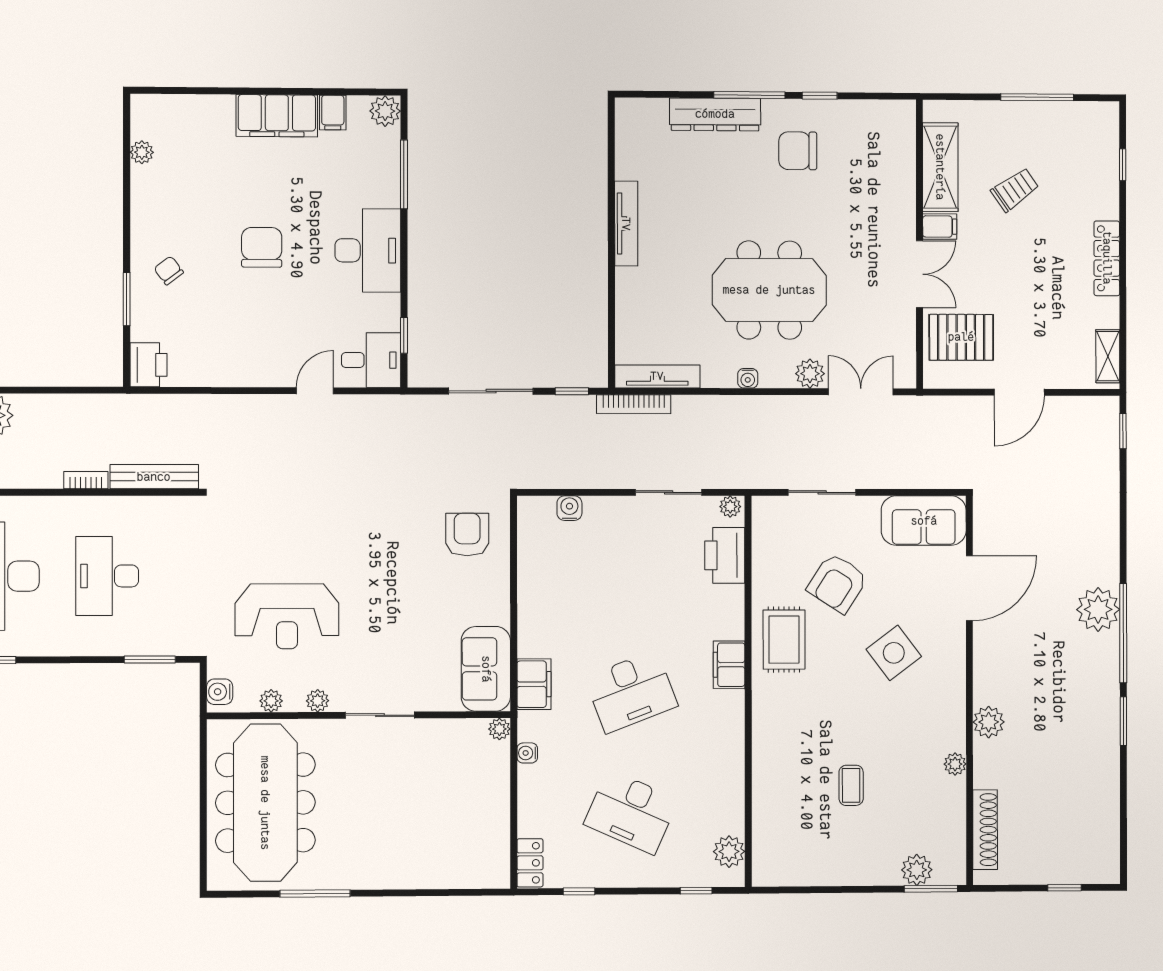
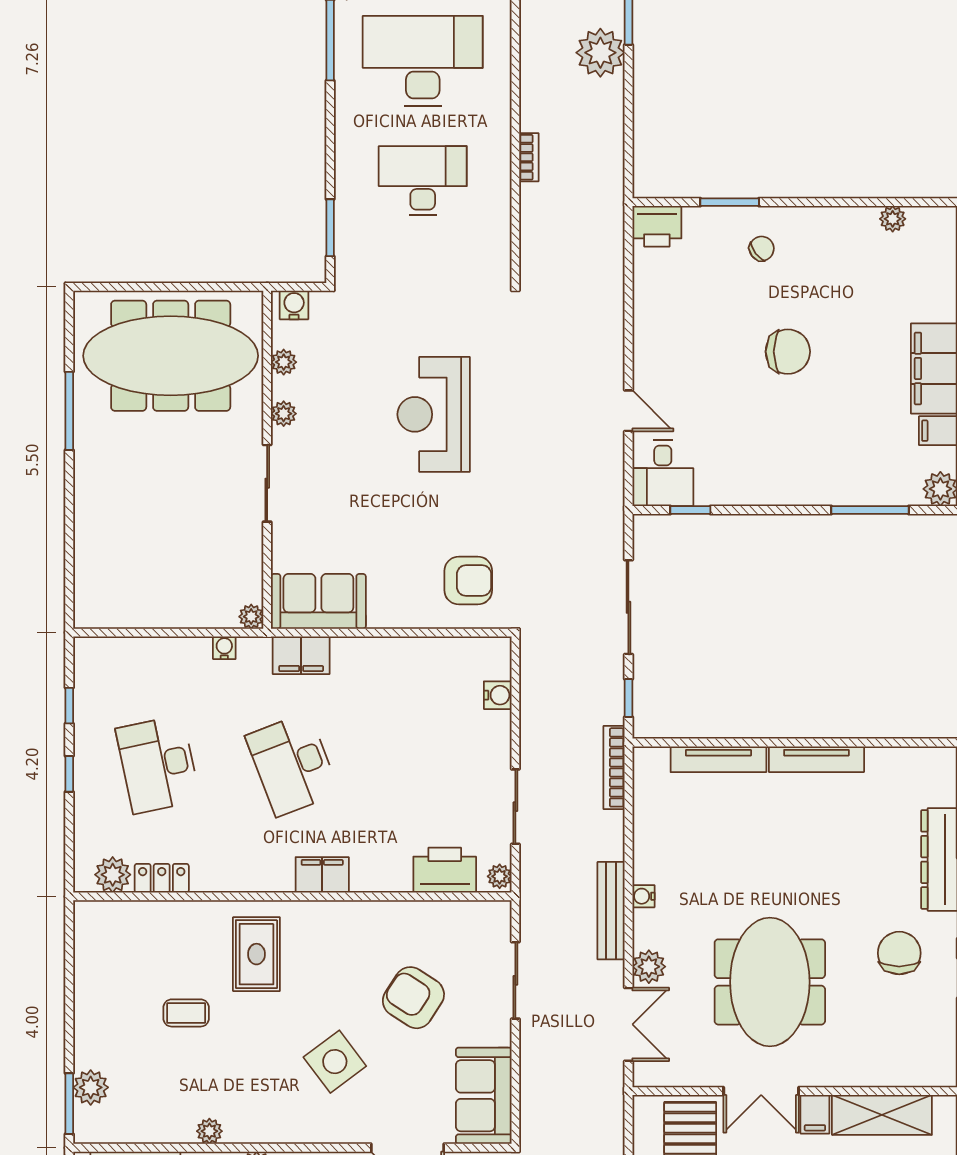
desk: (368, 250) -> (785, 470), removed
meeting table: (769, 290) -> (770, 982), moved
tv unit: (657, 376) -> (718, 759), moved, turned 90
bench: (154, 477) -> (611, 911), moved
reception desk: (287, 616) -> (434, 414), moved
rug: (784, 640) -> (256, 954), moved, turned 90
desk: (631, 812) -> (158, 764), turned -36
locker: (530, 863) -> (162, 878), moved, turned 180
window: (696, 891) -> (69, 774), moved

